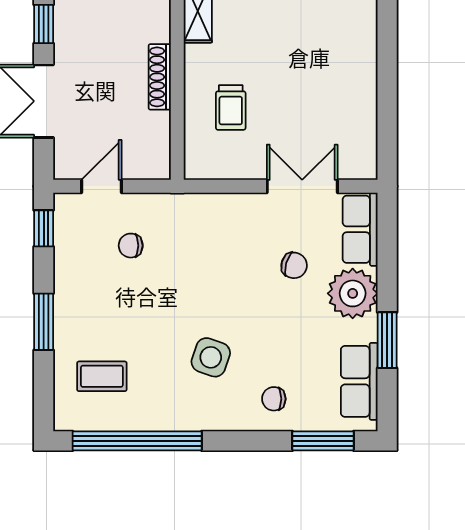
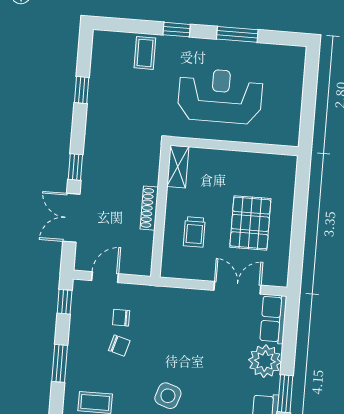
pallet: (314, 87) -> (250, 223), added
chair: (294, 265) -> (119, 346), moved

